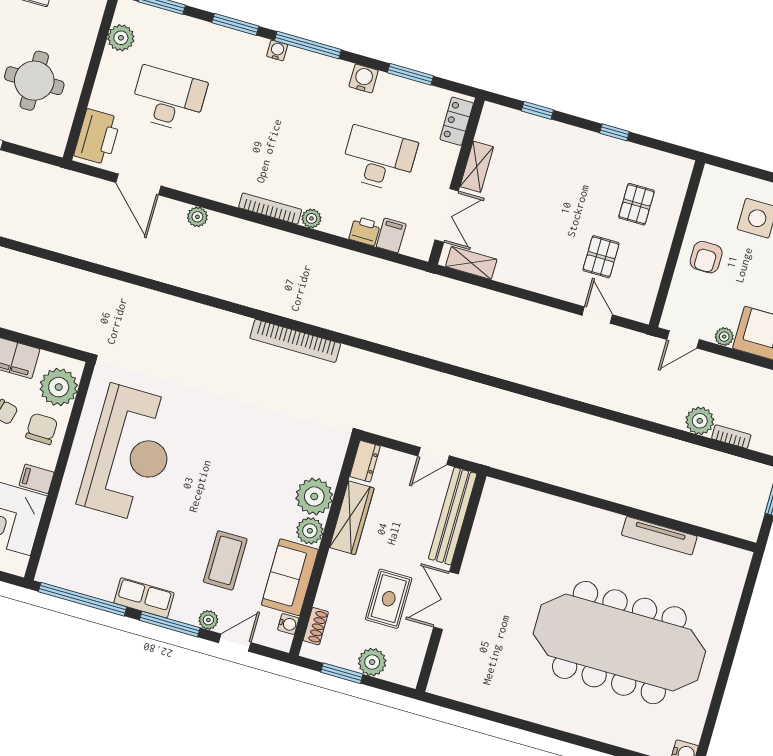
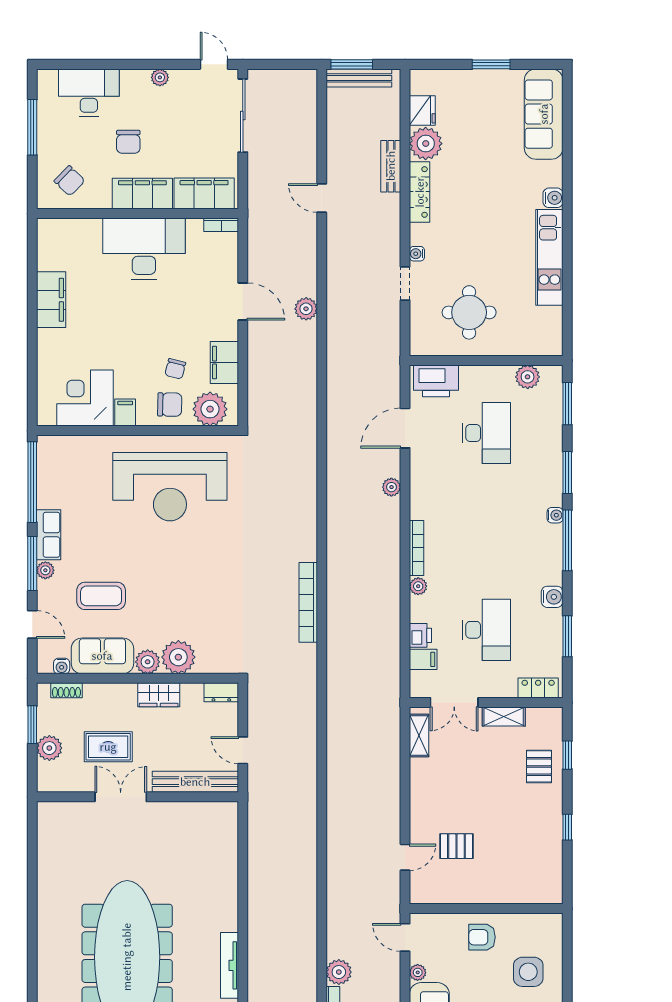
pallet: (637, 204) -> (539, 766), moved, turned 90
wardrobe: (352, 518) -> (159, 695), width x0.67
plant: (208, 620) -> (45, 570), moved

